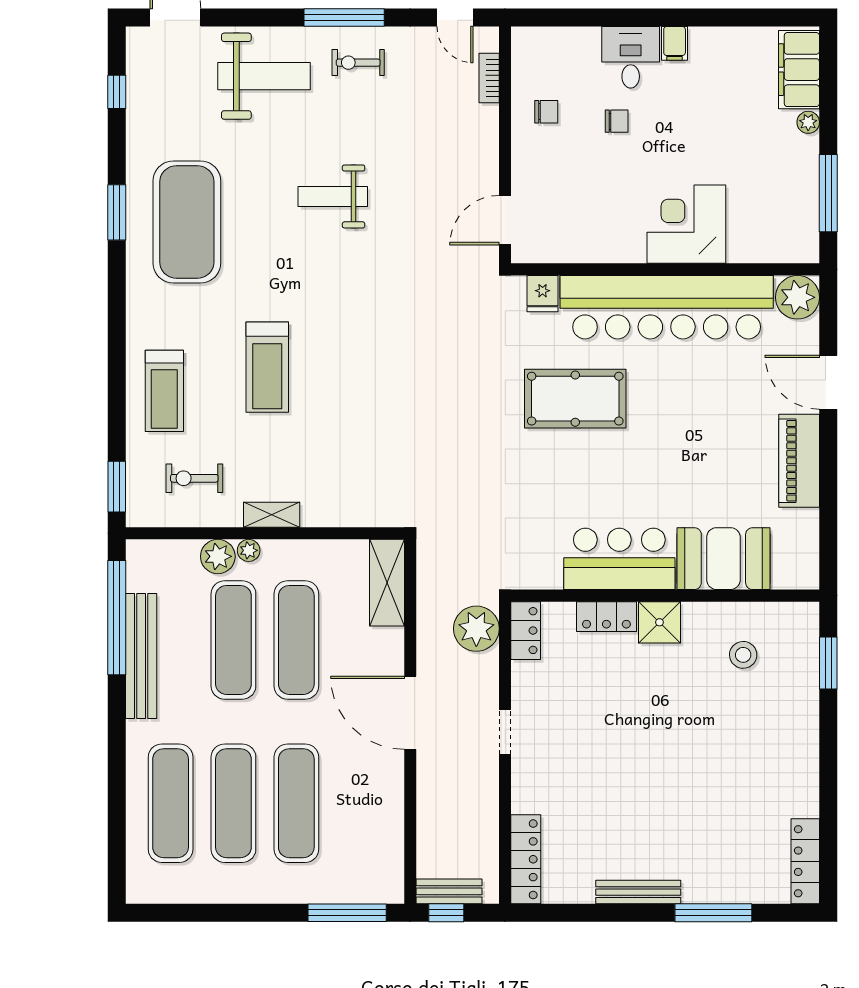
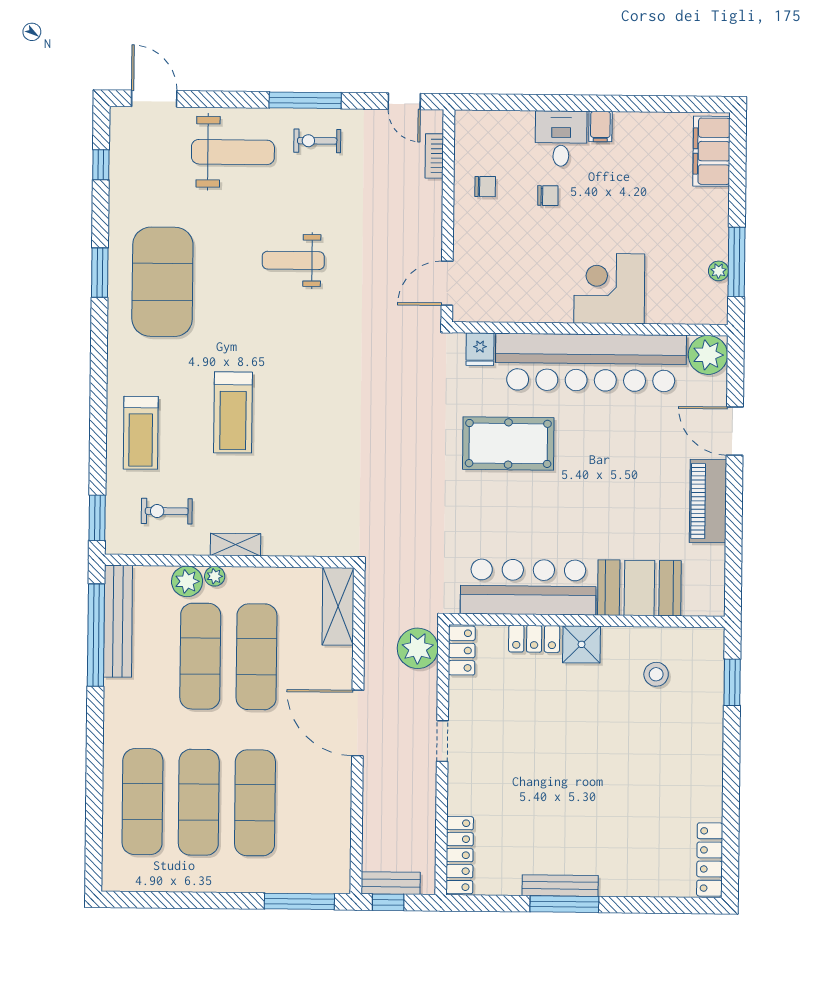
plant: (808, 122) -> (718, 271), moved
bar counter: (619, 559) -> (528, 587), width x1.36
bench: (141, 656) -> (118, 621), moved
window: (713, 913) -> (564, 904), moved

